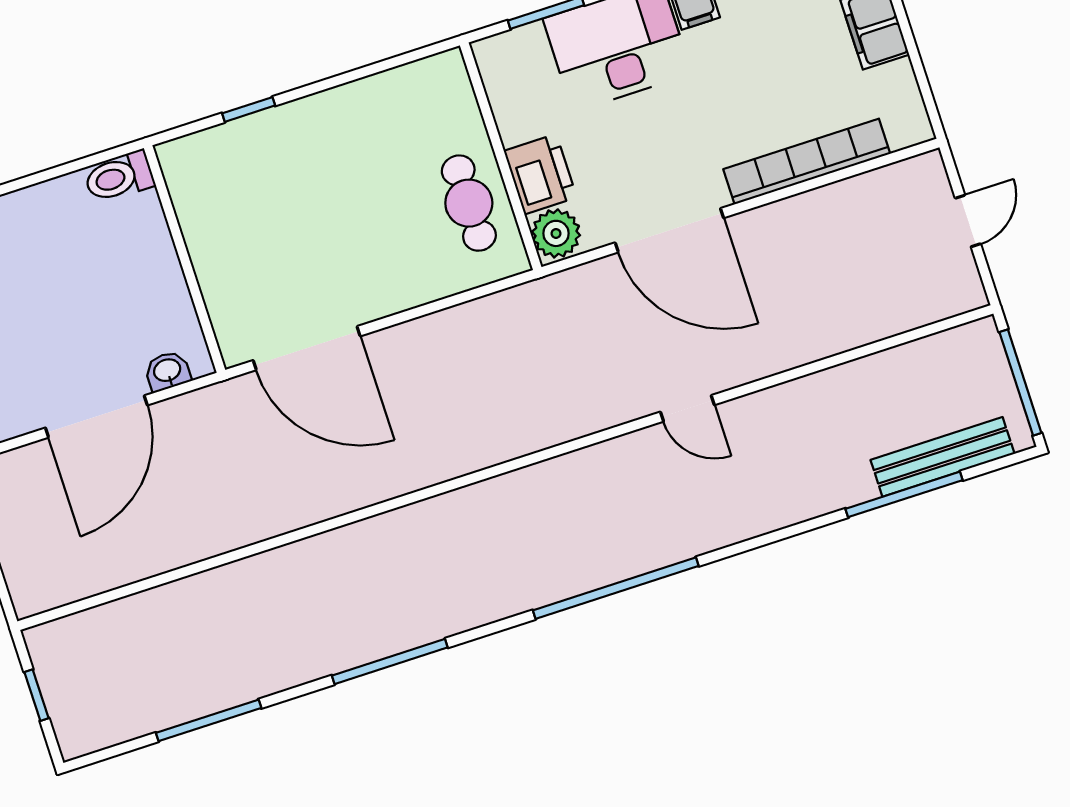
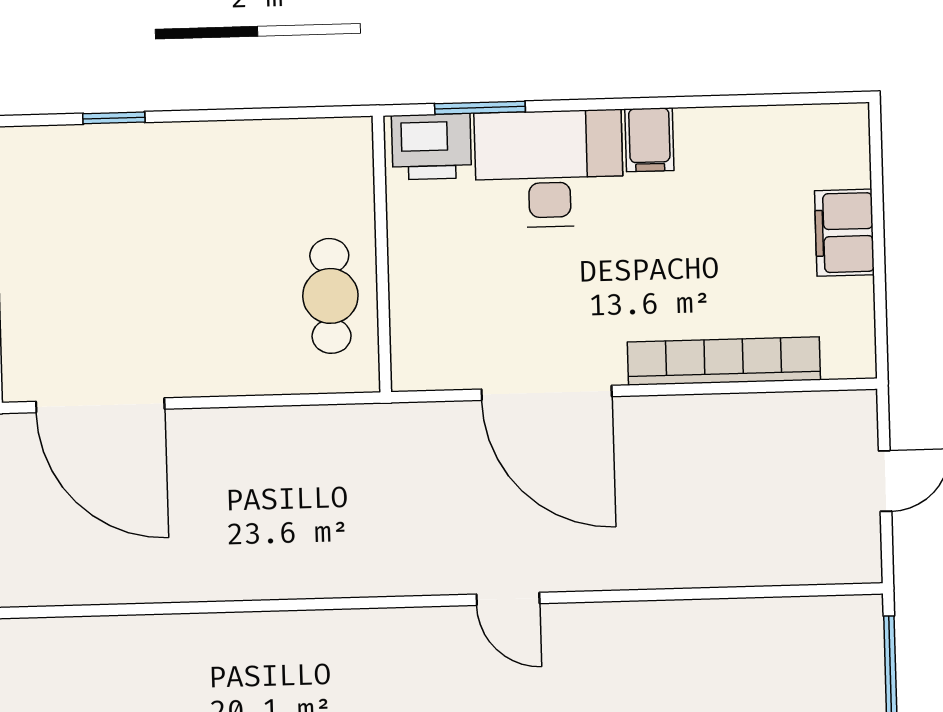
printer: (540, 174) -> (432, 147), moved, turned 90
plant: (556, 233) -> (418, 359), removed

